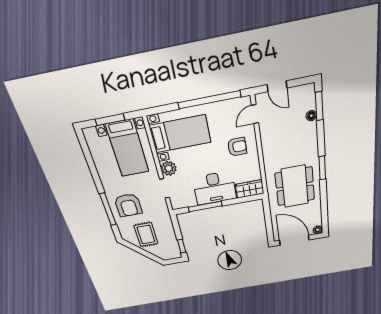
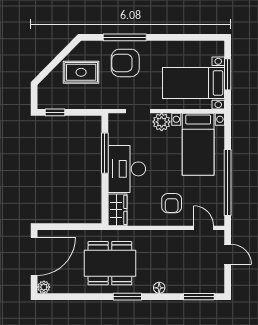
door: (277, 86) -> (228, 254), swing flipped
floor lamp: (311, 116) -> (159, 288), moved

